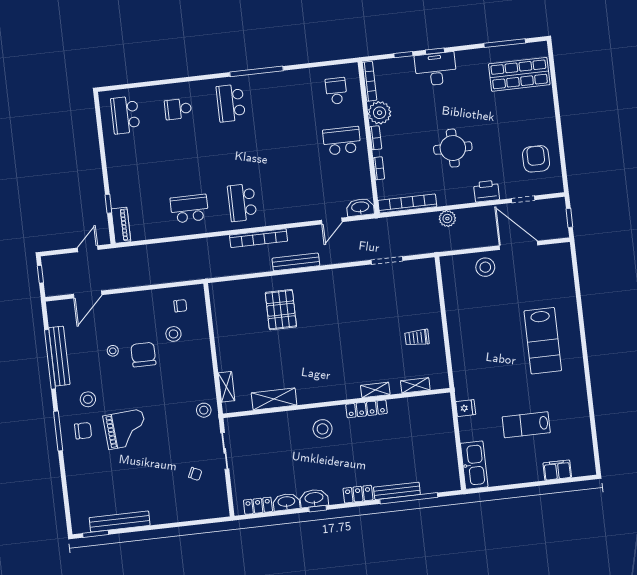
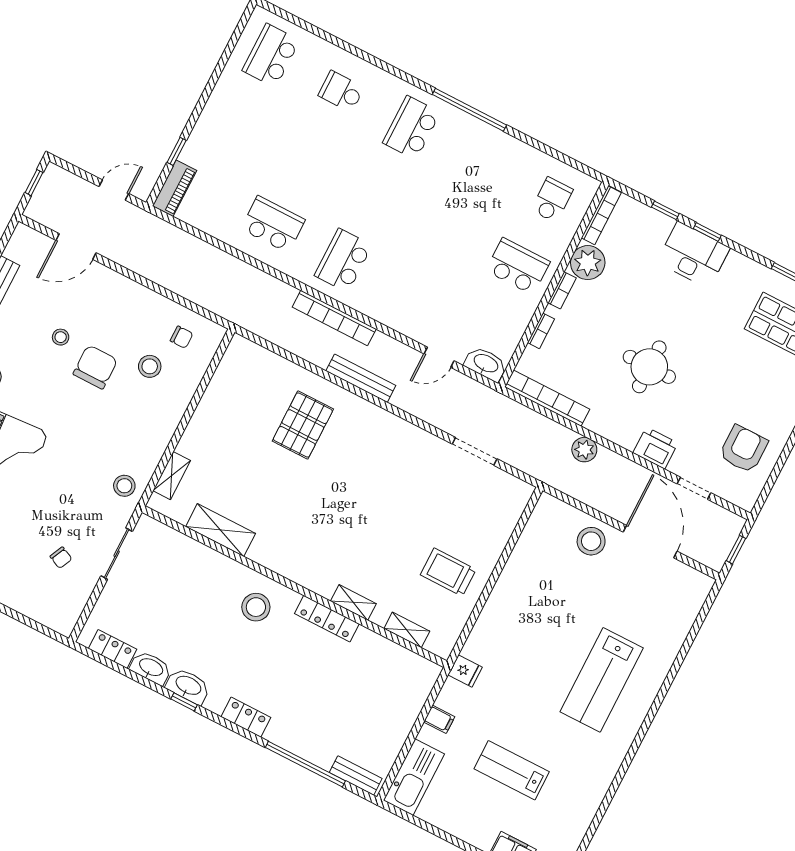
trolley: (417, 338) -> (448, 572), width x1.36, depth x1.39
fridge: (466, 408) -> (465, 671), moved
filing cabinet: (467, 423) -> (439, 719), added
bench: (397, 491) -> (356, 776), moved, width x0.73

